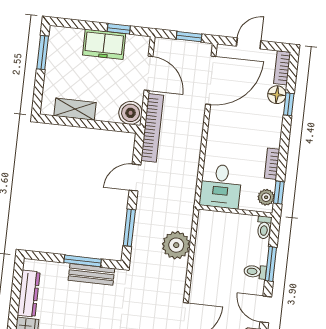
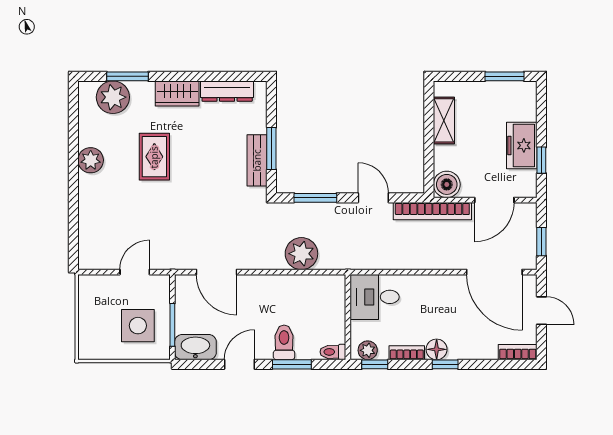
floor lamp: (277, 95) -> (437, 349), moved
window: (289, 104) -> (445, 364), moved
toilet: (255, 272) -> (284, 342), width x1.37, depth x1.39

